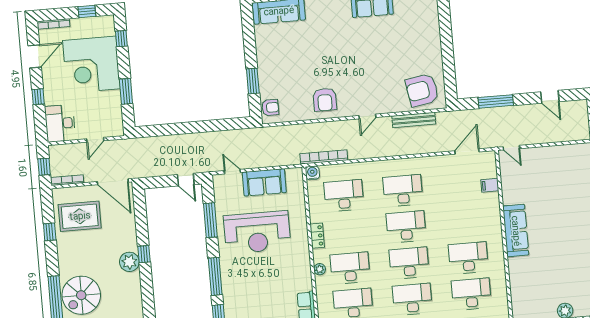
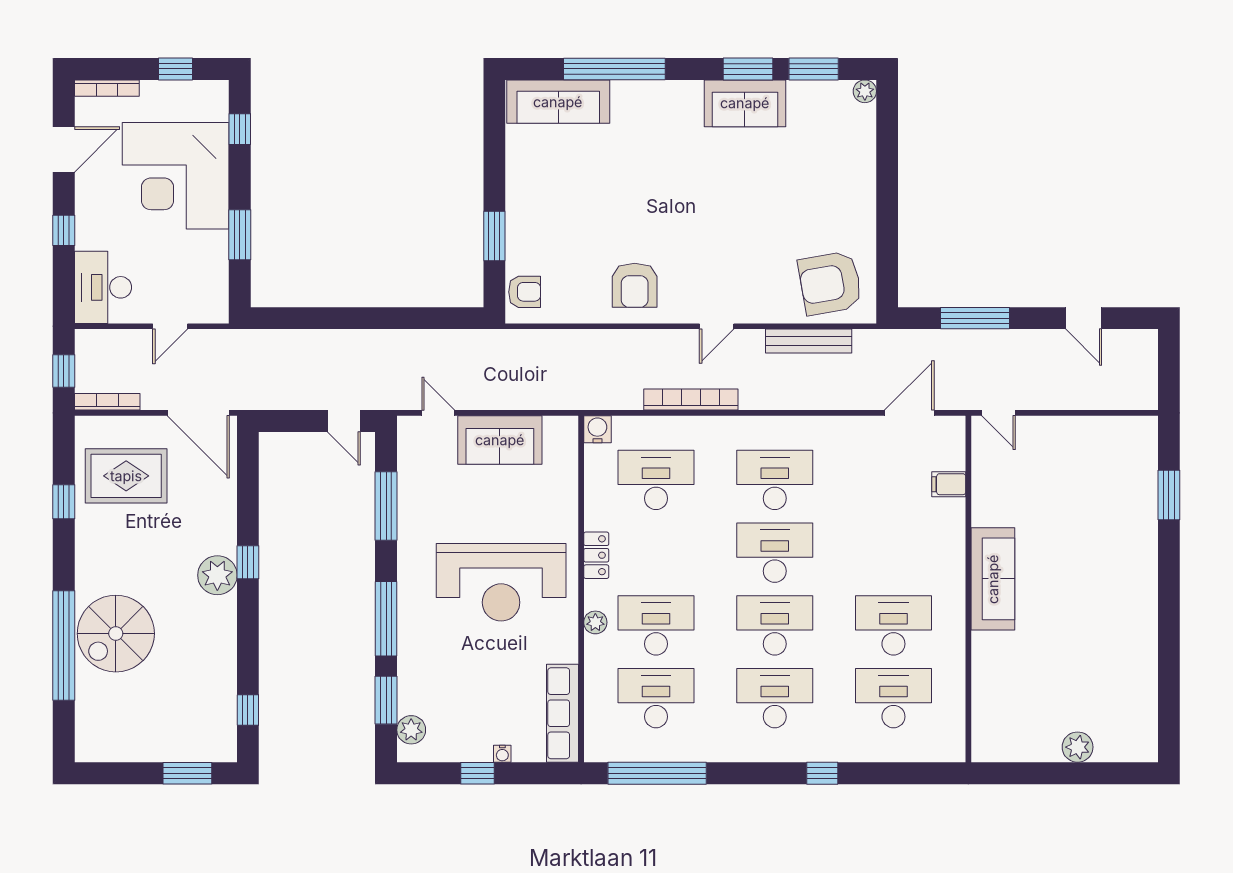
bookcase: (324, 157) -> (691, 400), moved
reception desk: (257, 232) -> (501, 582), moved

